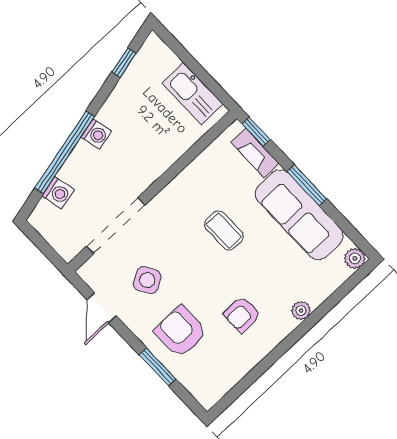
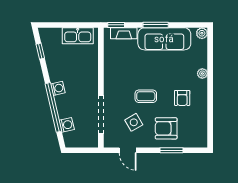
coffee table: (224, 231) -> (146, 96), moved

